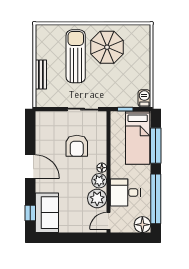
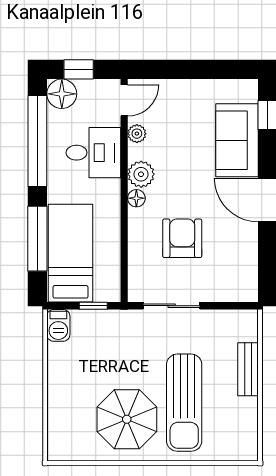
plant: (97, 198) -> (137, 134), width x0.53, depth x0.53
sofa: (47, 213) -> (237, 140), moved
window: (133, 238) -> (79, 69), added

